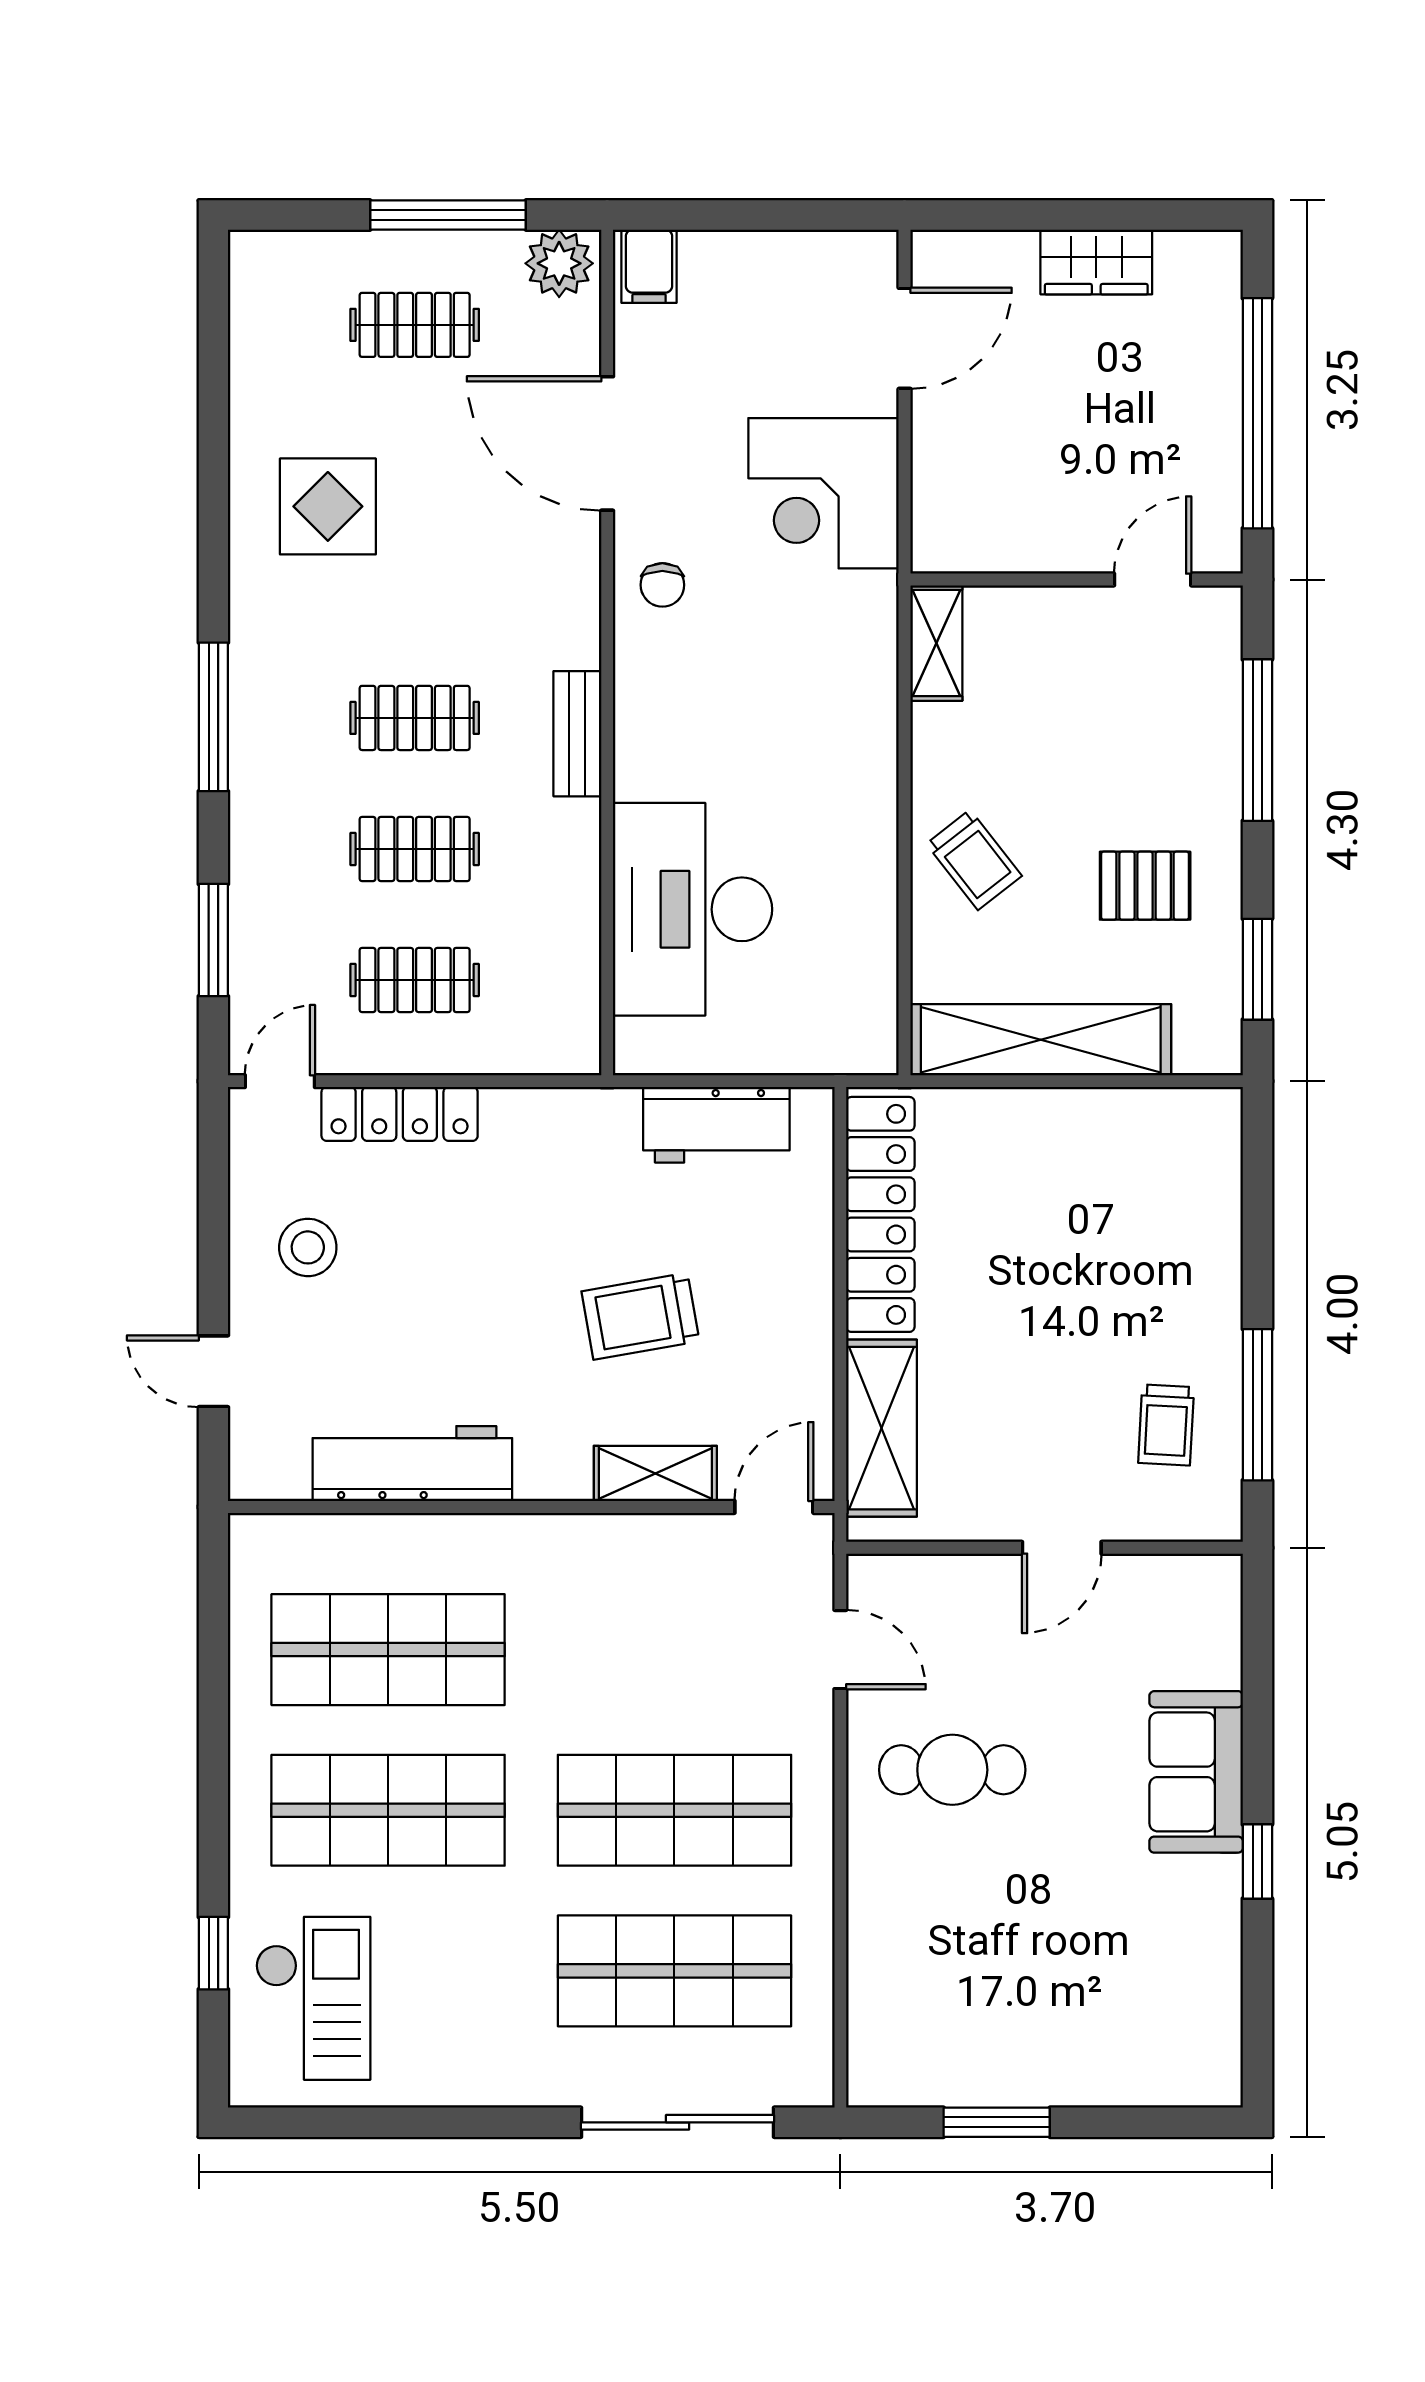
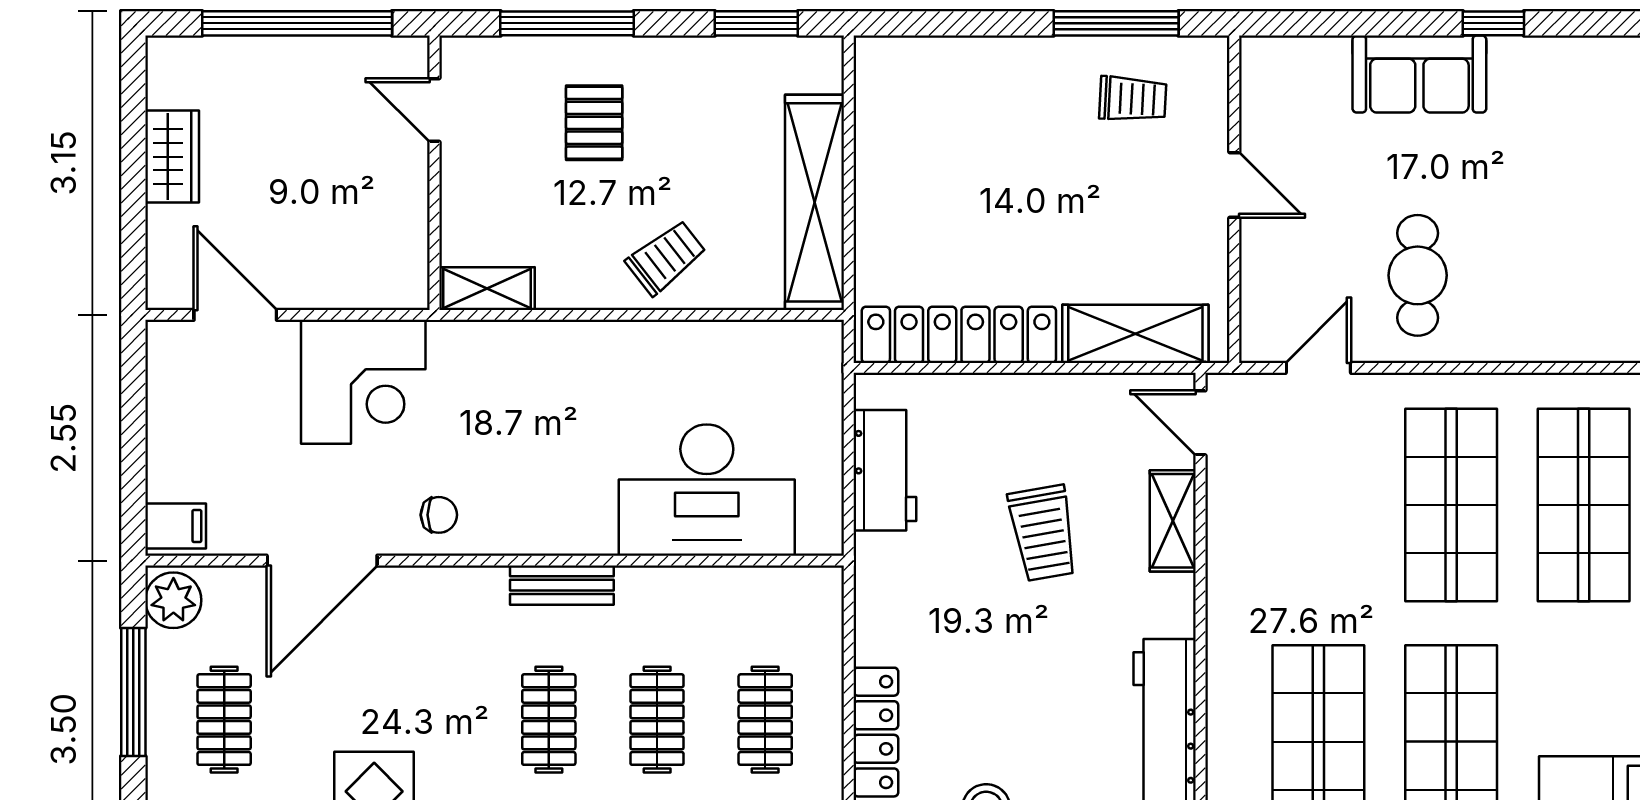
pallet: (1145, 886) -> (594, 123), moved

